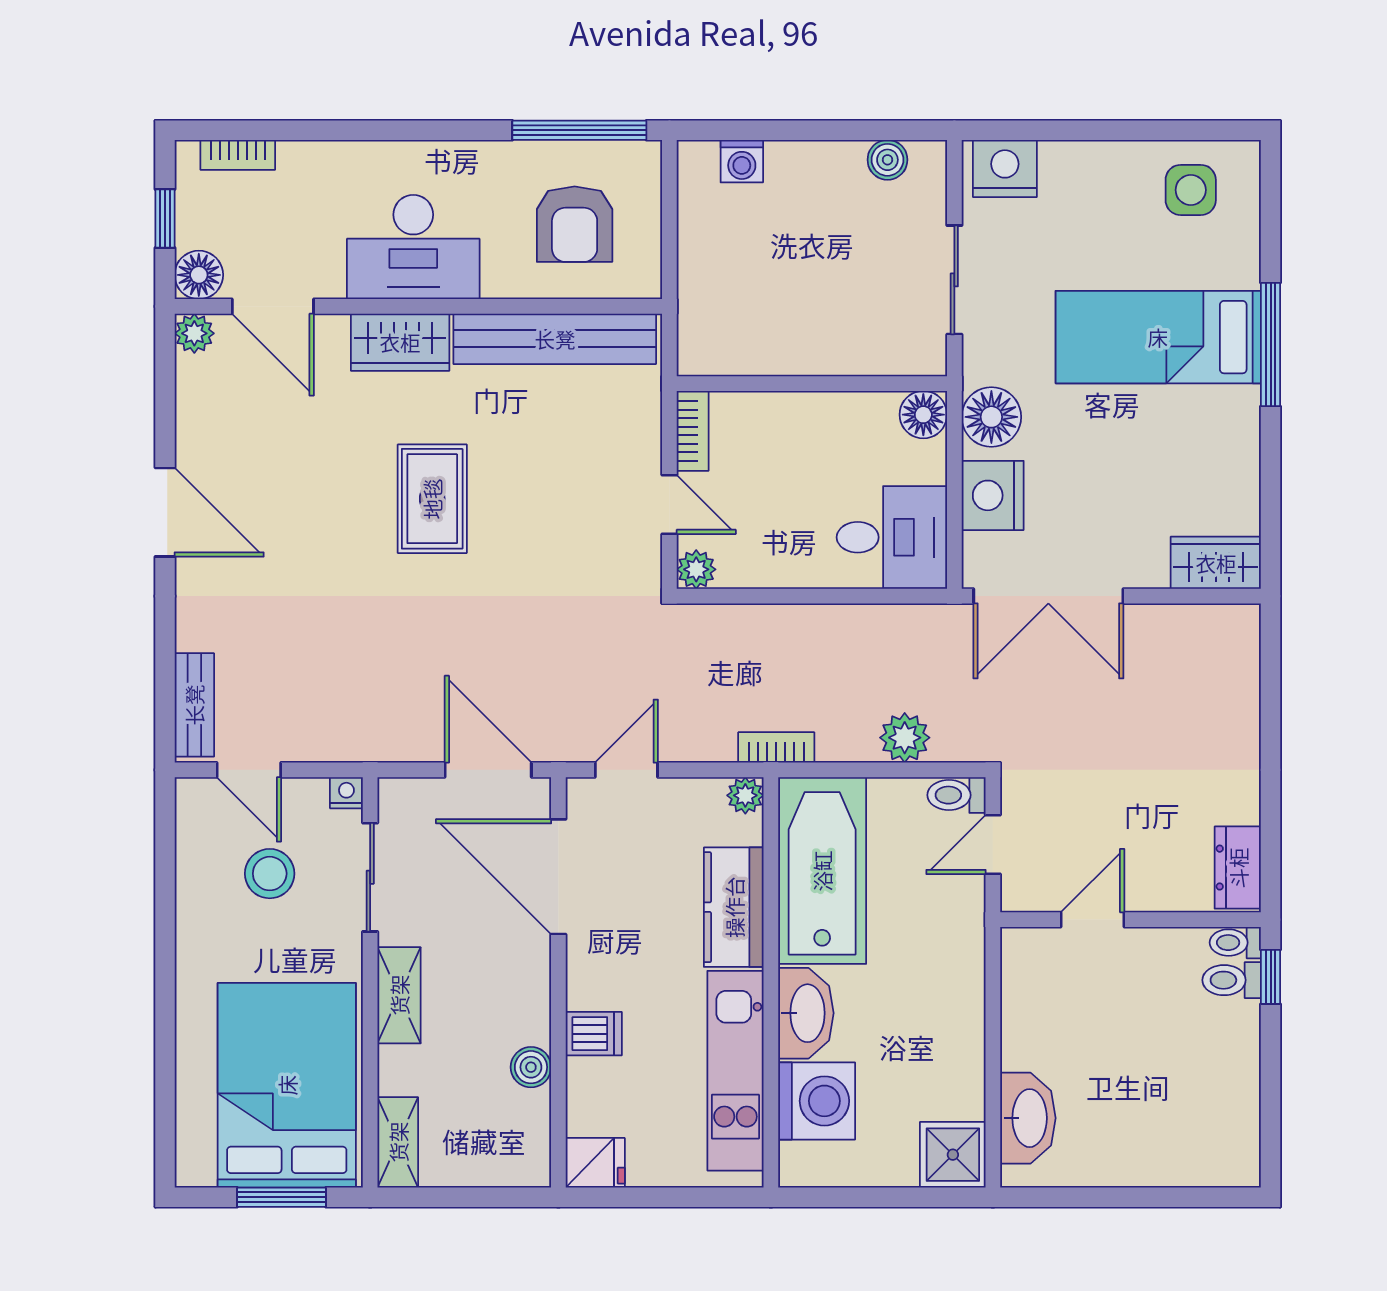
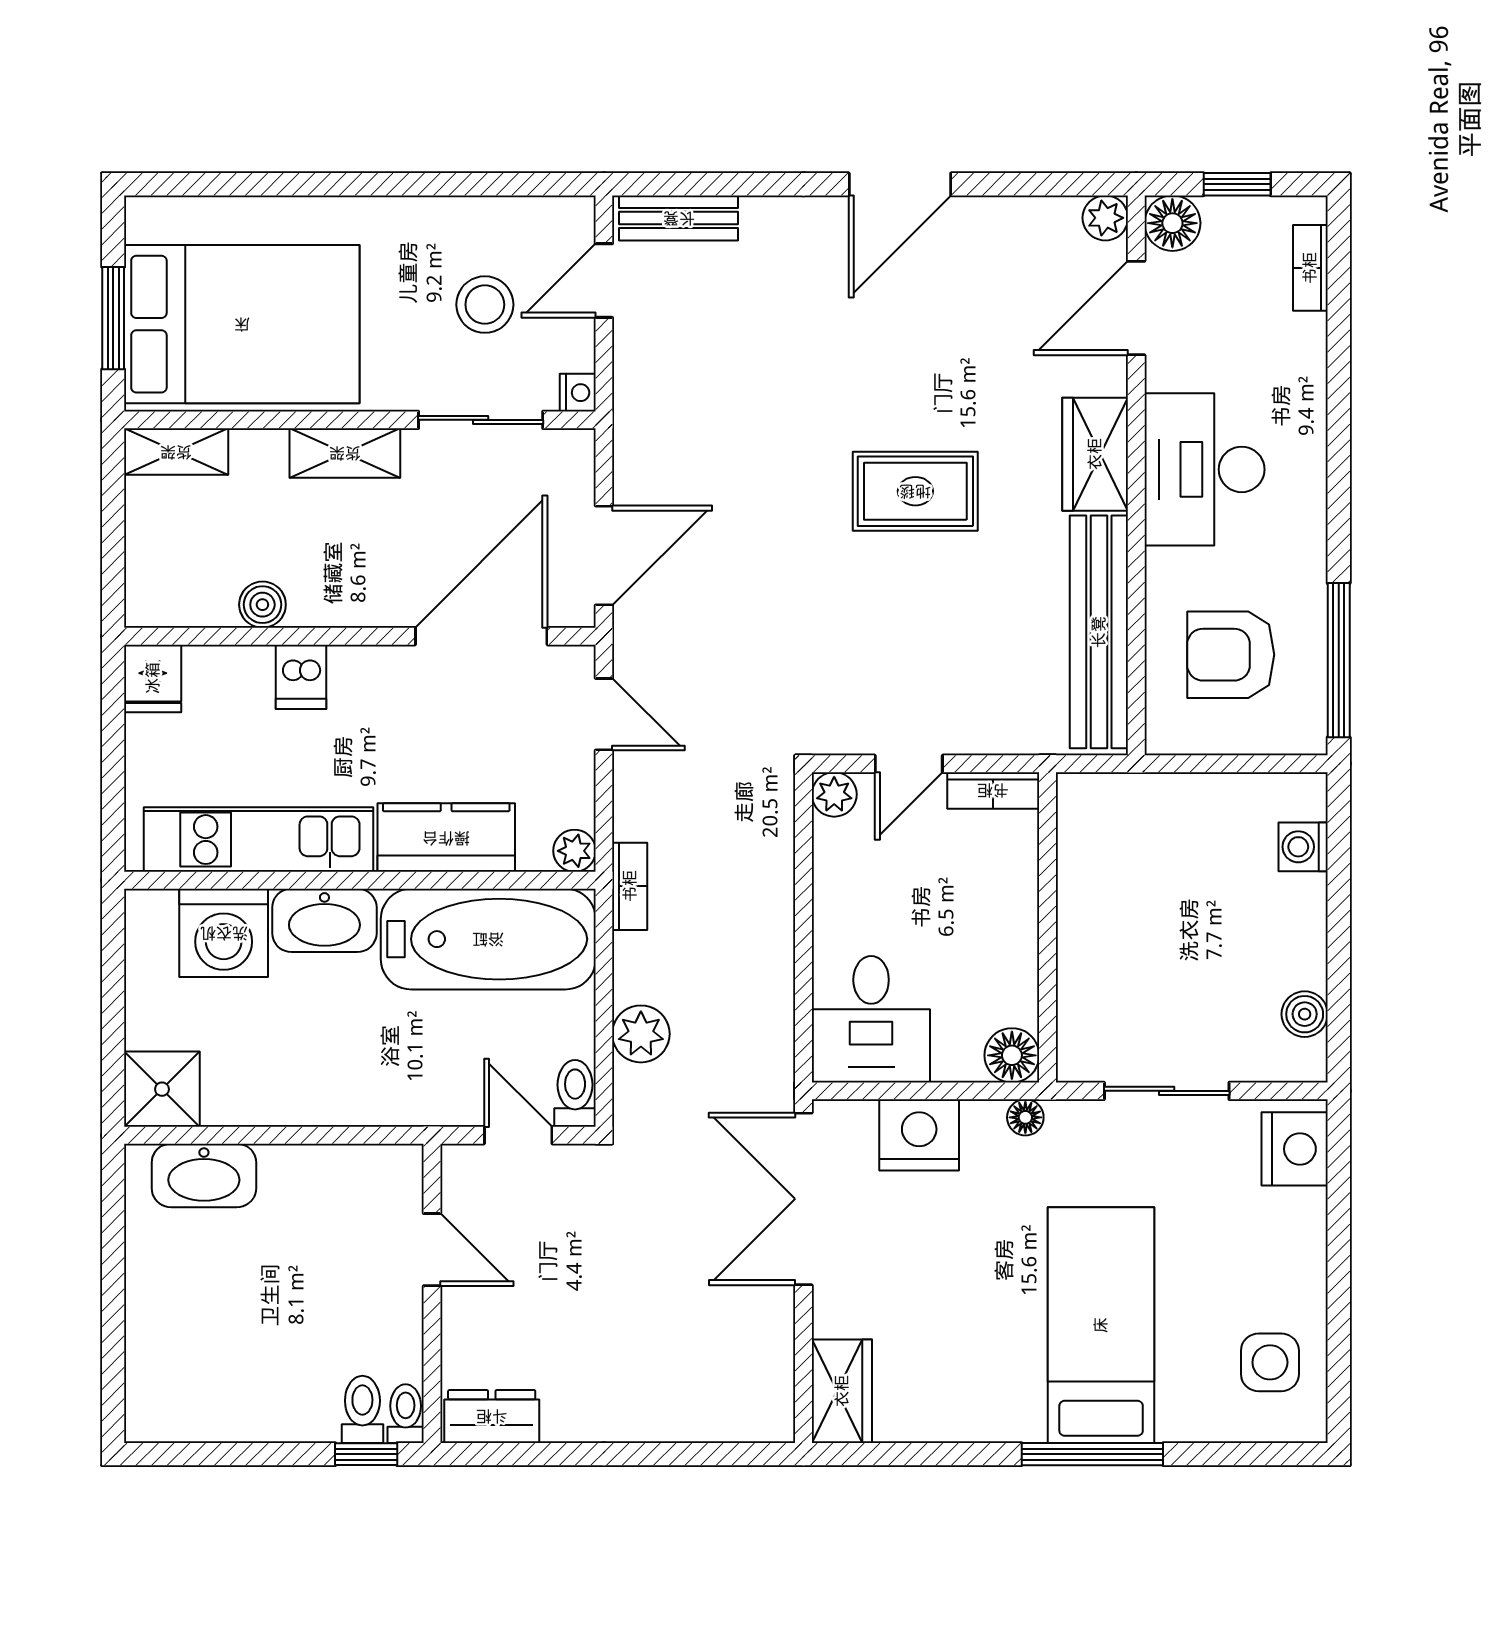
floor lamp: (991, 417) -> (1025, 1117), width x0.53, depth x0.53

